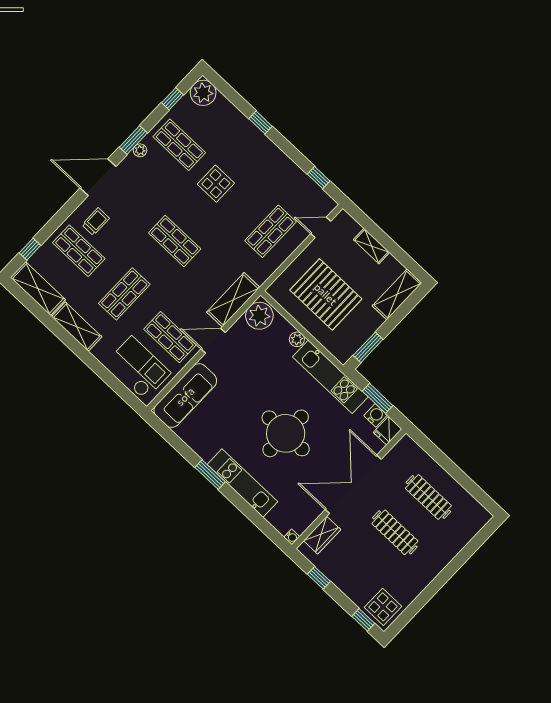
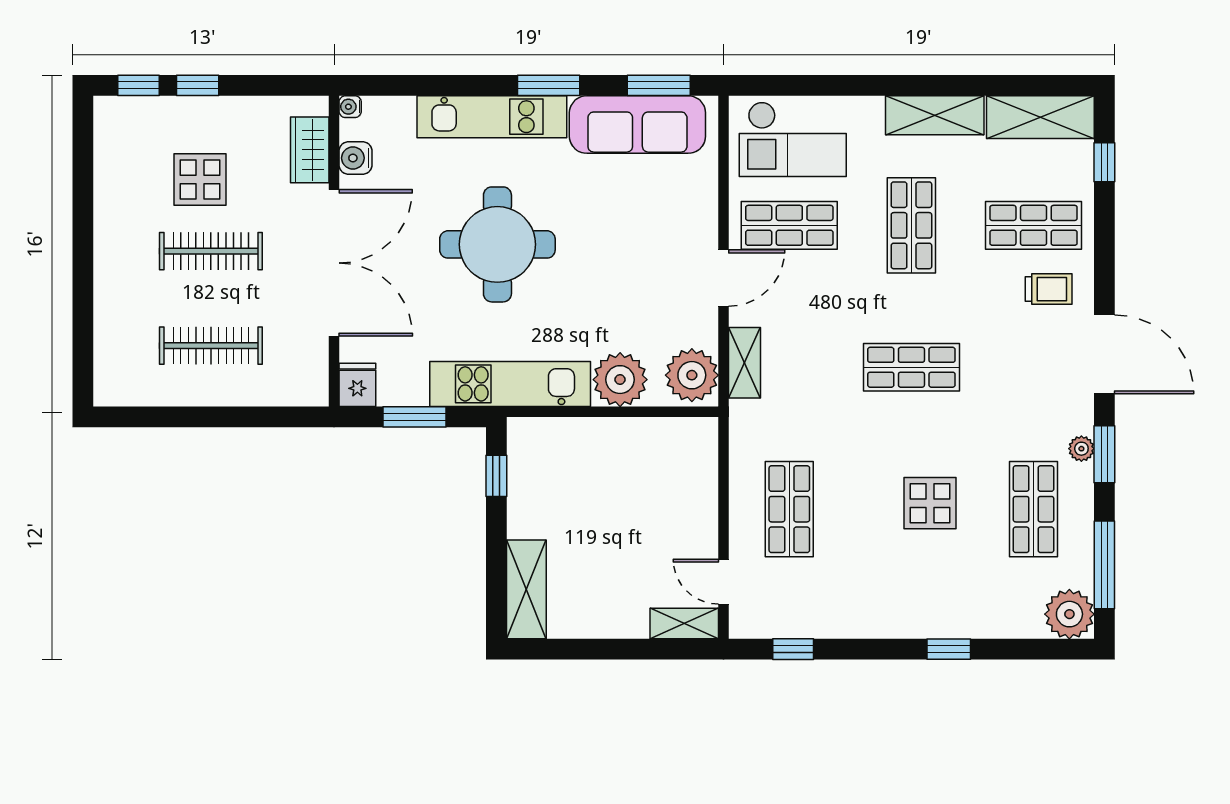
window: (173, 99) -> (1104, 565), width x2.17
shop shelf: (179, 145) -> (1034, 509), turned 90
door: (98, 177) -> (1104, 354), hinge flipped
trolley: (96, 221) -> (1049, 289), turned -90
door: (321, 227) -> (723, 582), swing flipped
shelving: (372, 246) -> (684, 624), moved
pallet: (326, 294) -> (627, 494), removed
shelving: (233, 300) -> (745, 363), width x0.67, depth x0.75
plant: (297, 339) -> (620, 380), width x1.87, depth x1.87
window: (368, 347) -> (496, 476), width x0.67
sofa: (185, 396) -> (637, 125), moved, turned -90
water cooler: (376, 415) -> (356, 158), moved, turned 90
window: (169, 436) -> (659, 85), added
window: (319, 578) -> (198, 85), moved
display table: (383, 607) -> (200, 179), moved

